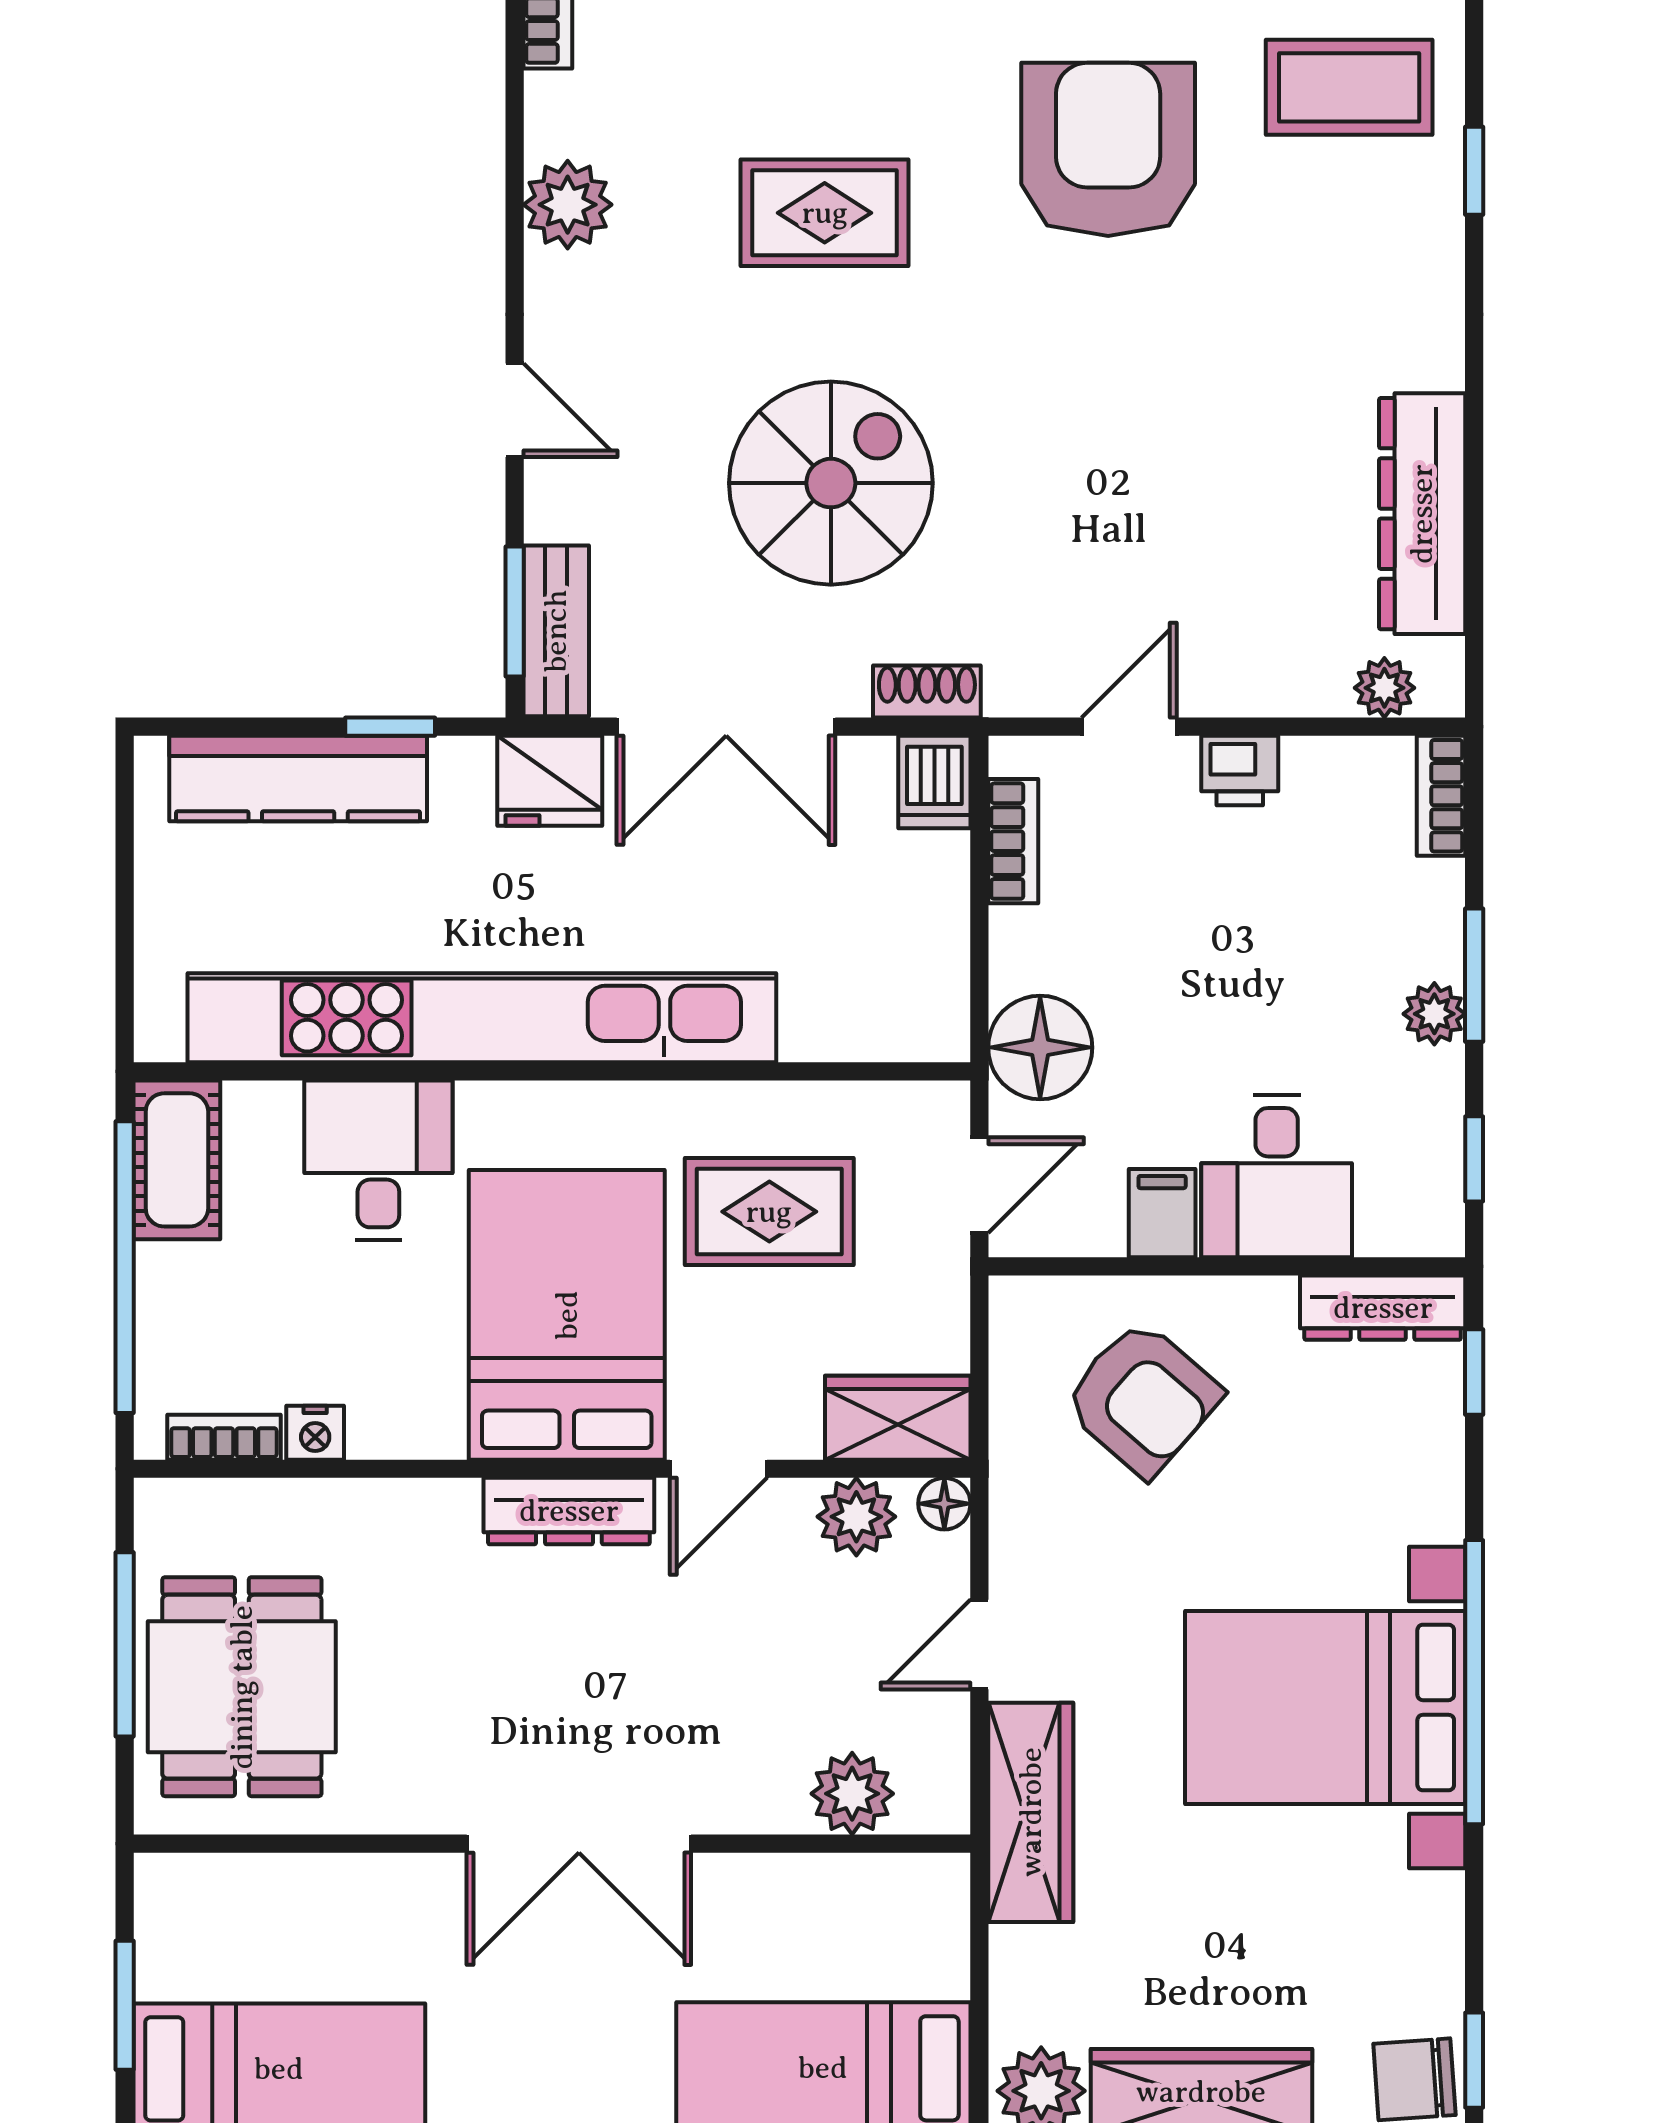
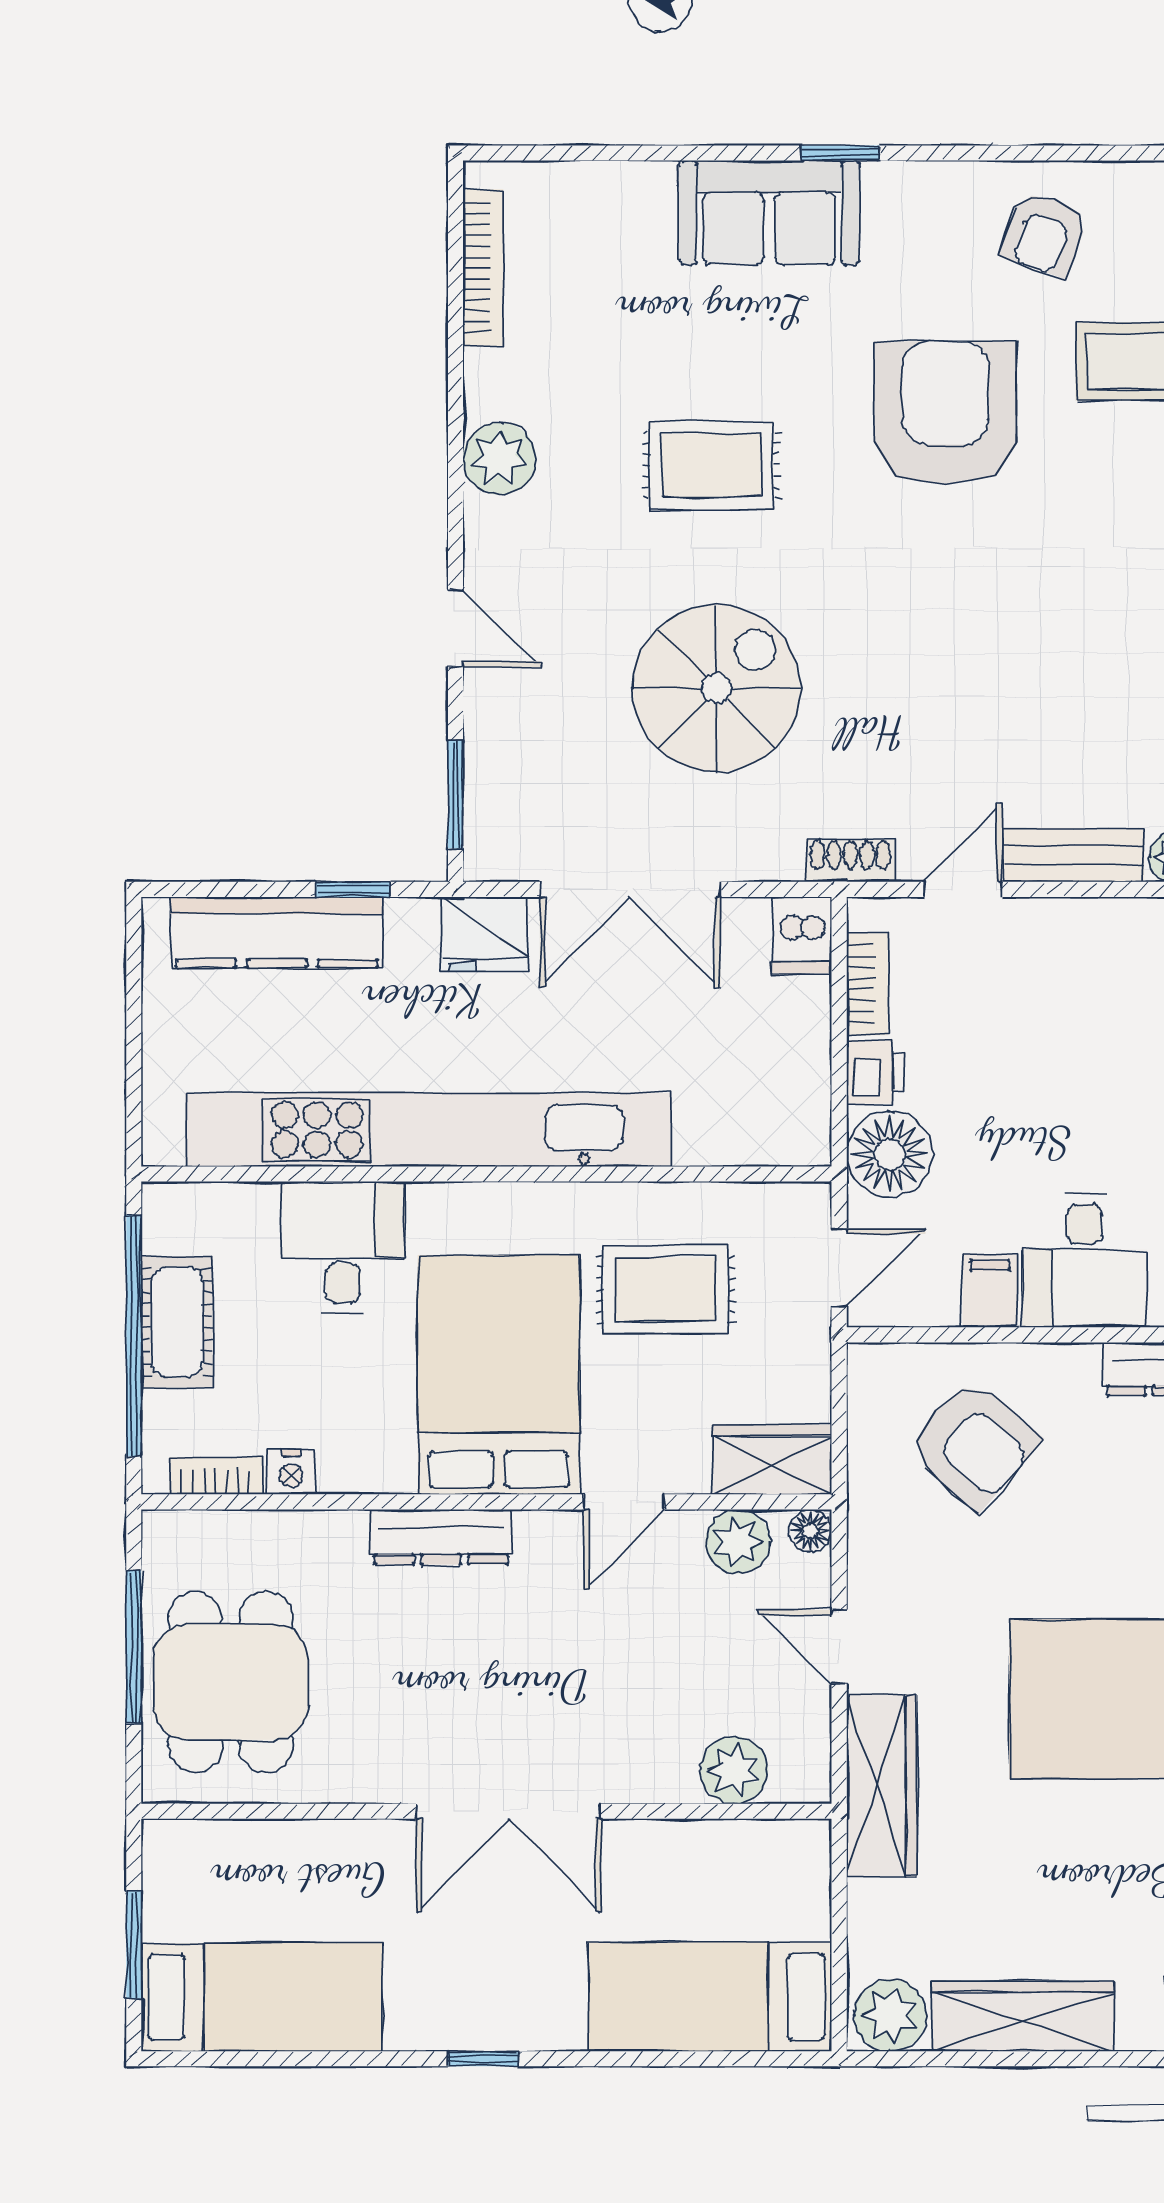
bench: (556, 631) -> (1073, 855), moved, turned 90
shoe rack: (927, 691) -> (851, 860), moved
printer: (1240, 771) -> (875, 1072), moved, turned -90
cot: (177, 1160) -> (177, 1322), moved
dresser: (569, 1511) -> (441, 1537), moved
door: (979, 1644) -> (839, 1647), hinge flipped

